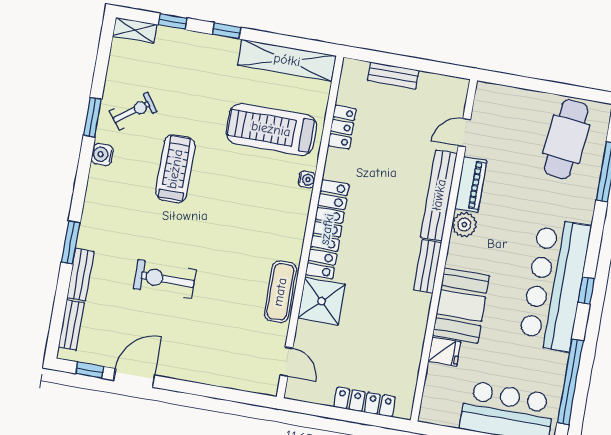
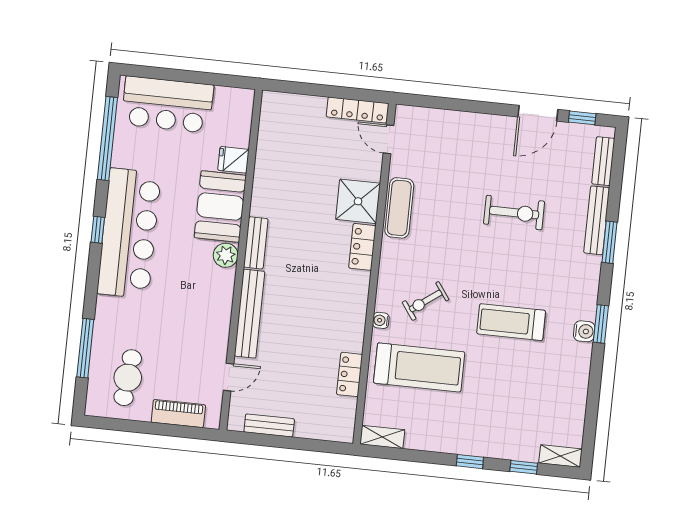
shelving: (287, 60) -> (382, 437), width x0.45, depth x0.75
bench: (393, 75) -> (269, 425), moved
exercise bike: (133, 111) -> (426, 301), moved
window: (92, 117) -> (601, 324), moved
cafe table: (566, 139) -> (128, 378), width x0.73, depth x0.74
treadmill: (175, 169) -> (511, 322), turned 90
piano: (471, 184) -> (178, 414), moved, turned 90
plant: (464, 225) -> (226, 255), moved
locker: (327, 229) -> (362, 247), width x0.46, depth x0.83
bench: (80, 275) -> (597, 220), width x1.36
locker: (365, 402) -> (358, 110), moved

